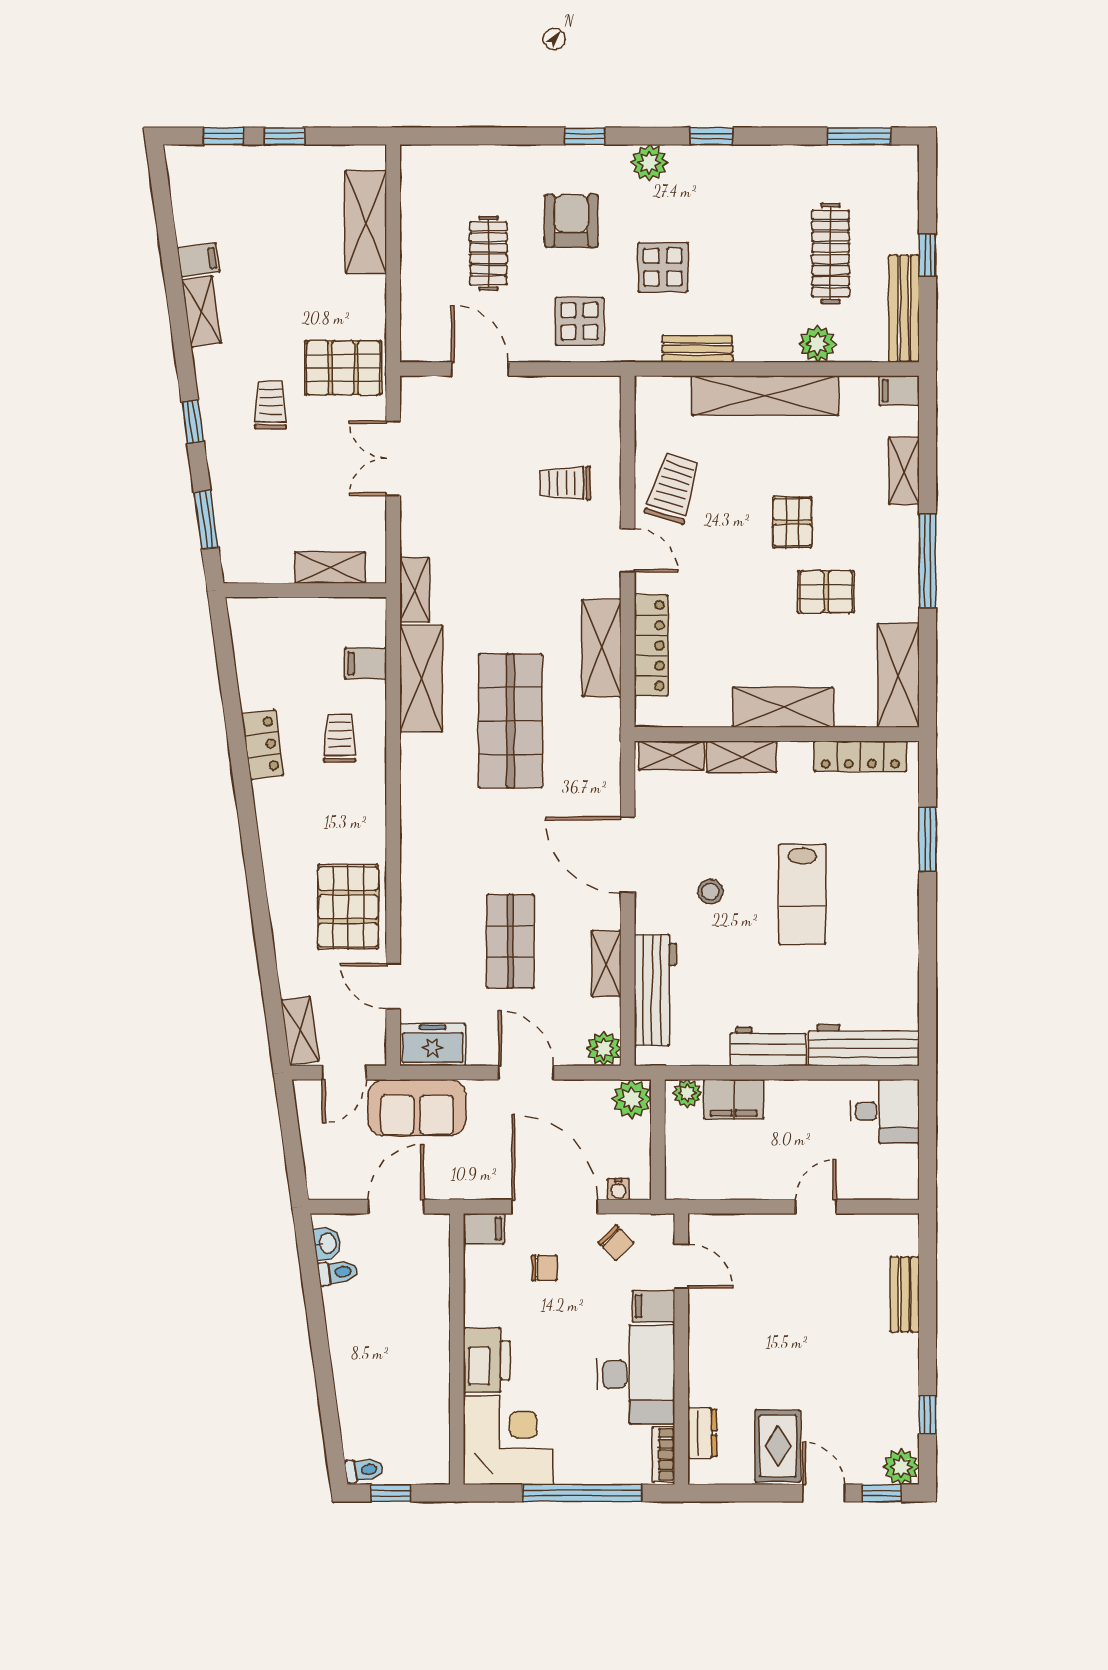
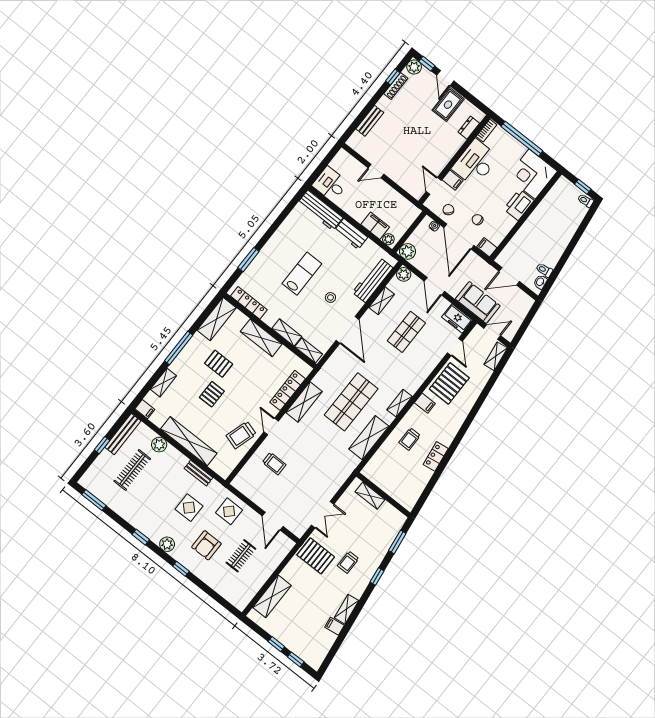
shelving: (414, 590) -> (400, 403), moved
filing cabinet: (366, 664) -> (425, 403), moved
shoe rack: (908, 1402) -> (396, 86), added

